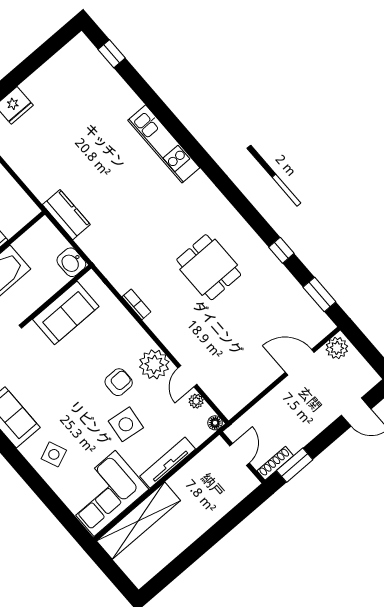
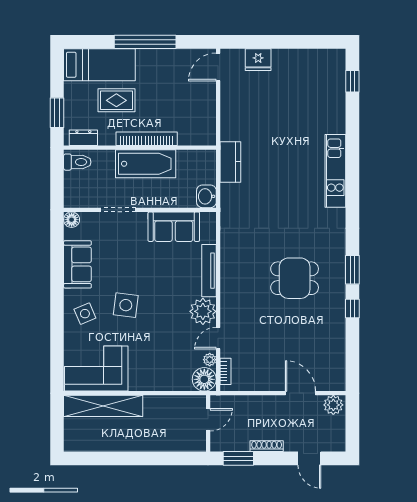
dining table: (209, 267) -> (295, 278), turned 90
window: (319, 294) -> (352, 270), moved
bookcase: (136, 304) -> (225, 371), moved
armchair: (119, 382) -> (169, 303), removed
floor lamp: (215, 423) -> (204, 379), width x1.89, depth x1.89
side table: (126, 424) -> (126, 305), moved
tv unit: (168, 463) -> (209, 271), moved, turned -90
shoe rack: (275, 463) -> (267, 446), moved

